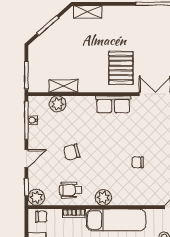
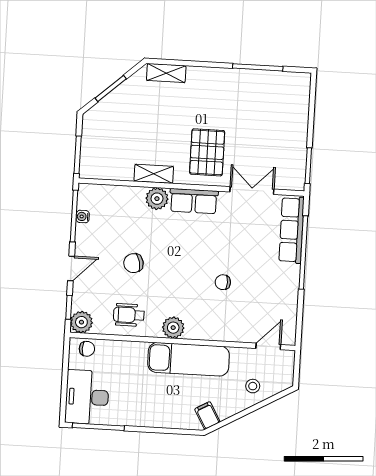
shelving: (63, 86) -> (154, 174), moved
plant: (58, 104) -> (157, 199), moved
bookcase: (74, 213) -> (132, 347), removed

